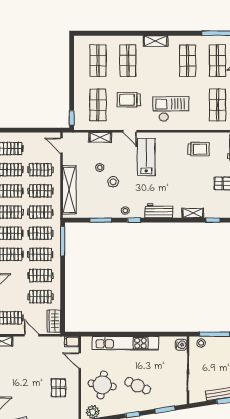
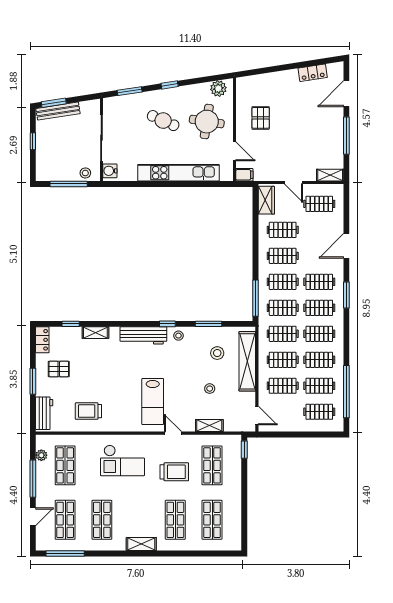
stool: (113, 182) -> (217, 353), moved
workbench: (159, 211) -> (143, 335), width x1.38

